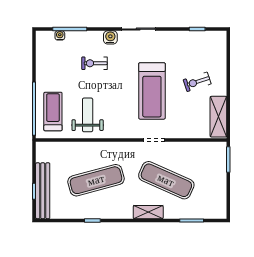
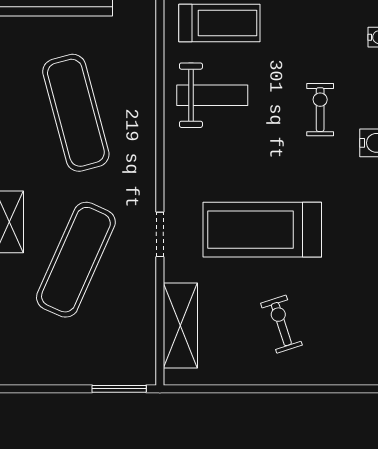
shelving: (218, 117) -> (180, 326), moved, turned 90

